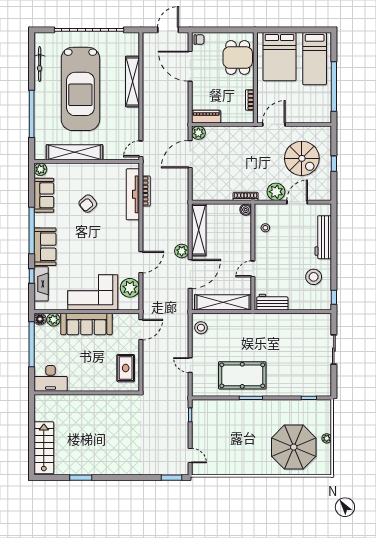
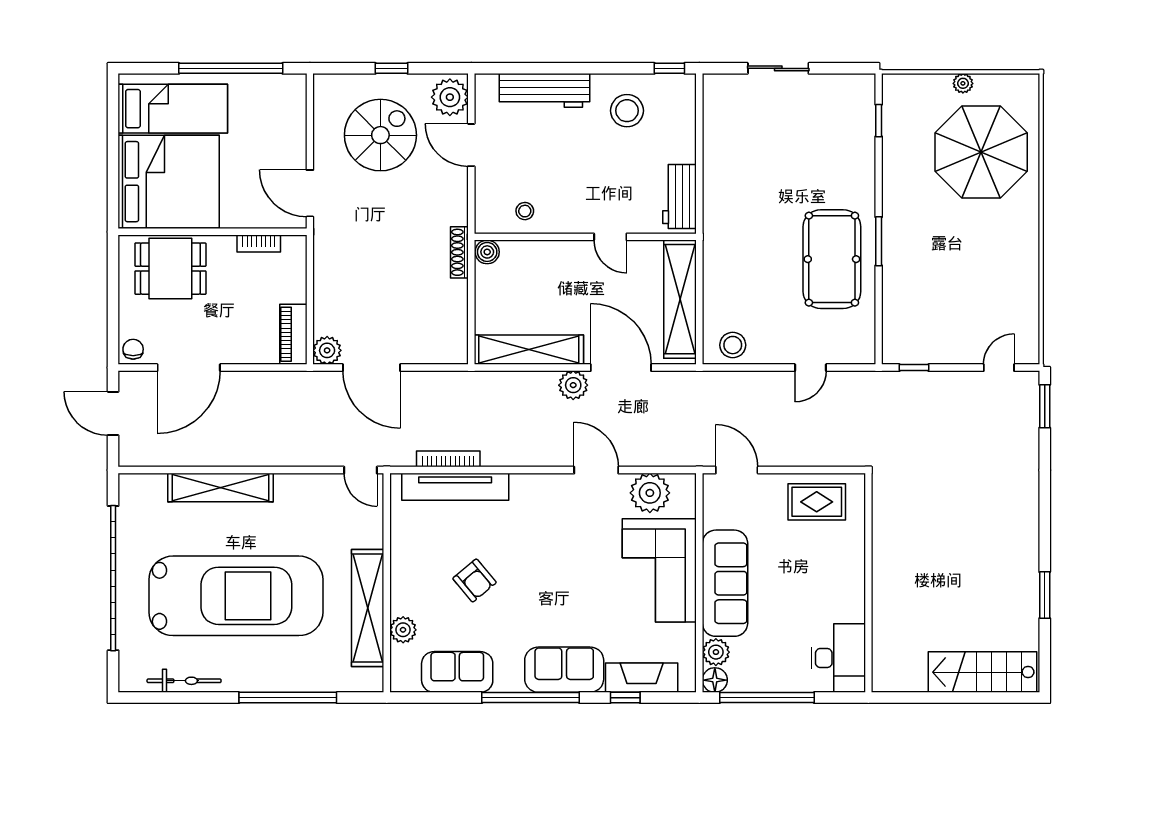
bed: (279, 57) -> (169, 182), width x1.36
plant: (40, 169) -> (403, 630), moved
plant: (276, 192) -> (450, 97), moved

